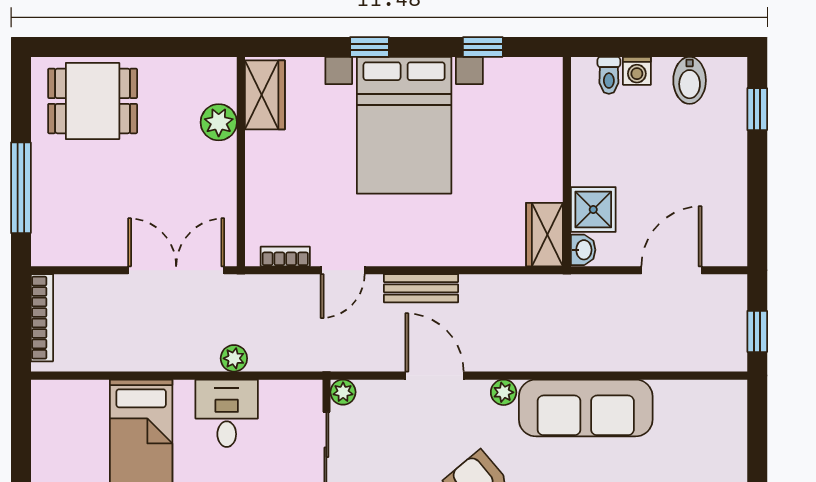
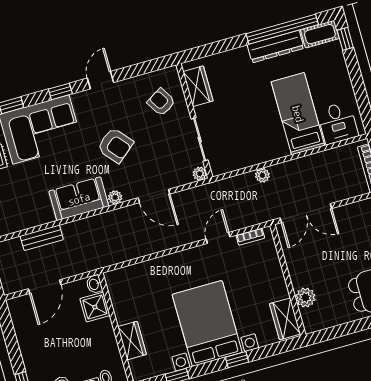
wardrobe: (544, 235) -> (132, 341), moved
bench: (421, 288) -> (42, 238), moved
sofa: (586, 408) -> (79, 199), width x0.73
desk: (227, 413) -> (338, 123), moved

